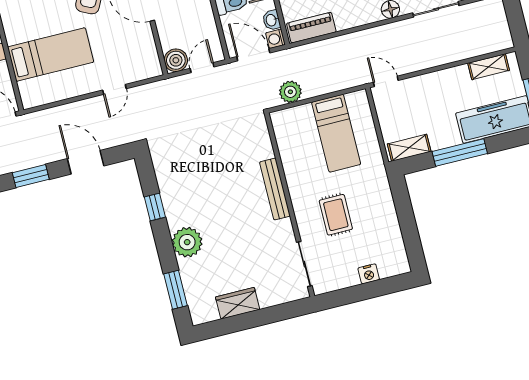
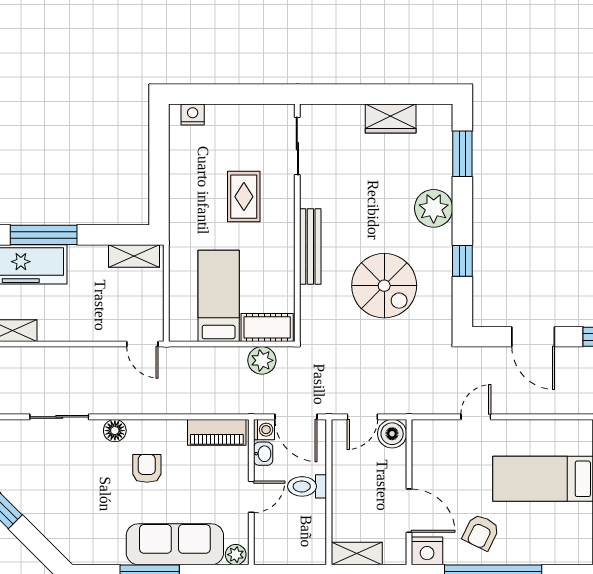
cot: (293, 118) -> (267, 327), added
window: (460, 152) -> (44, 235), moved
spiral stairs: (210, 173) -> (384, 286), added
nightstand: (369, 274) -> (193, 114), moved

